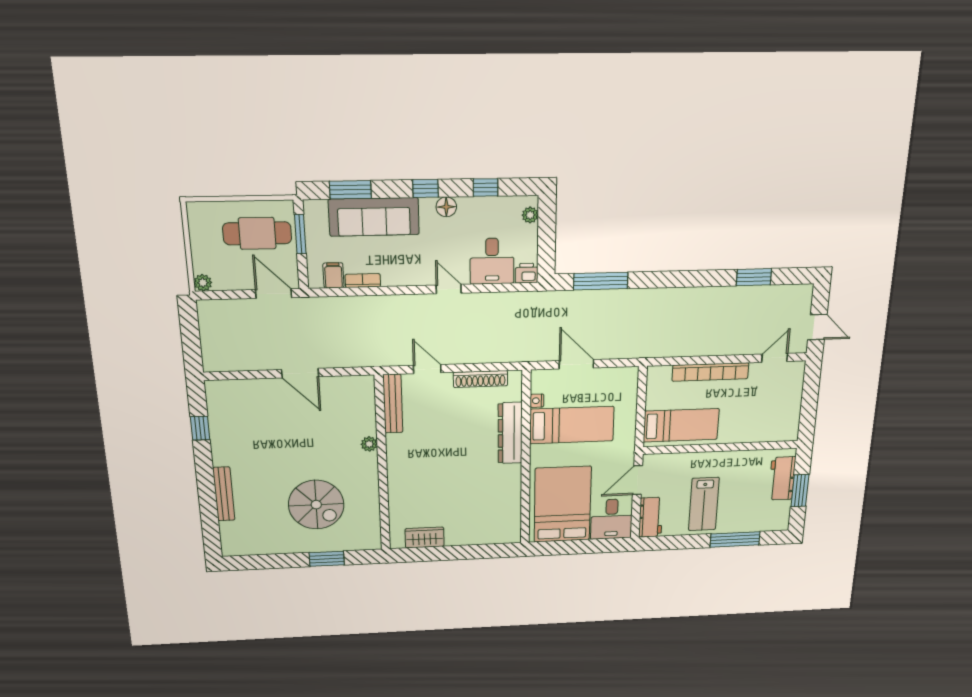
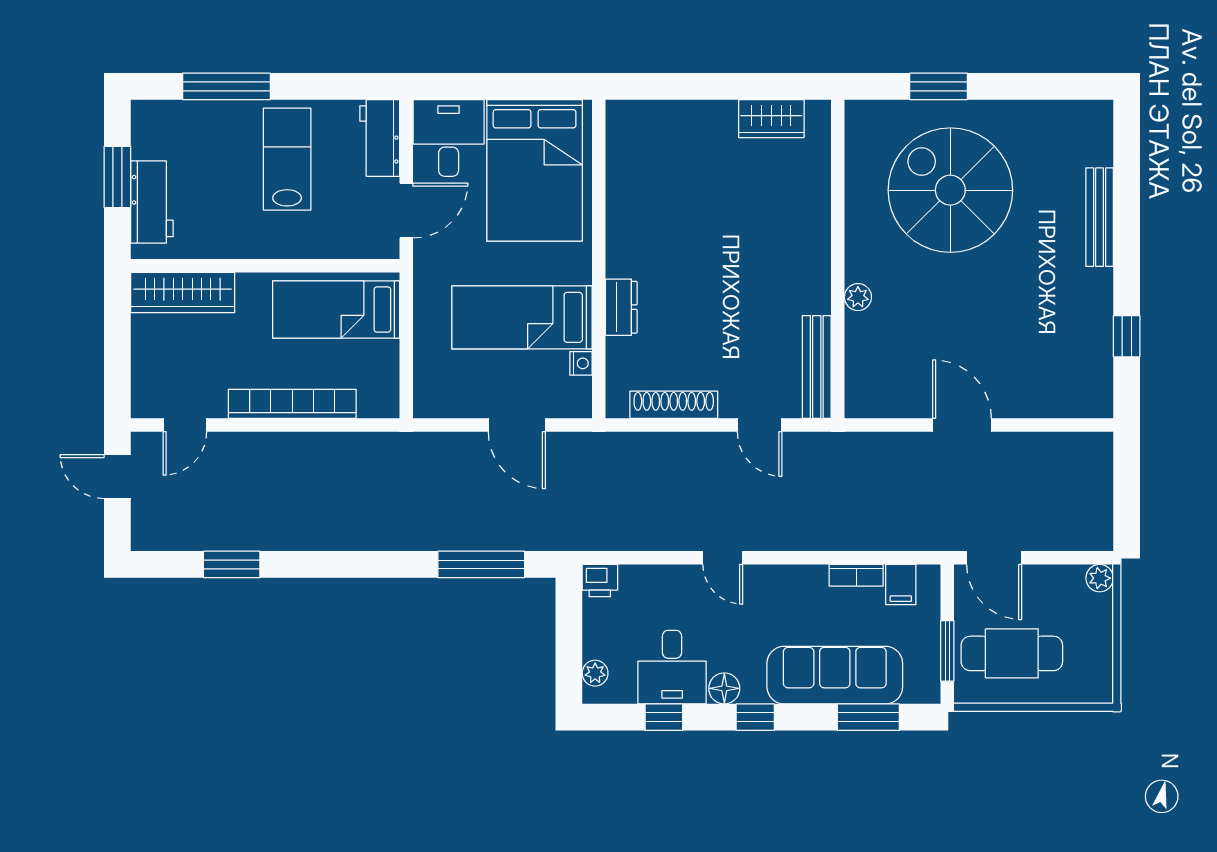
desk: (492, 261) -> (672, 667), moved, turned 180
wardrobe: (769, 431) -> (183, 292), added
dresser: (510, 433) -> (621, 307), width x0.51, depth x0.80
spiral stairs: (316, 505) -> (950, 190), width x1.37, depth x1.37

